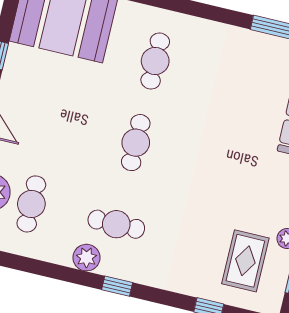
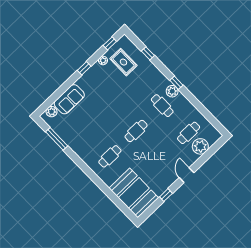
plant: (86, 258) -> (172, 91), moved
rug: (245, 261) -> (123, 62), turned 90

